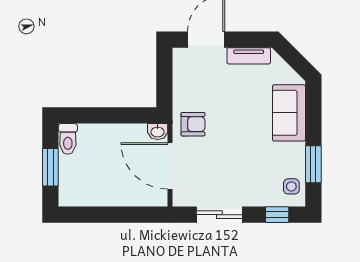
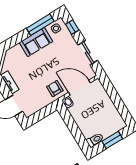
sofa: (289, 113) -> (36, 42), moved
window: (313, 164) -> (40, 25), width x1.44
door: (170, 166) -> (80, 88), swing flipped

